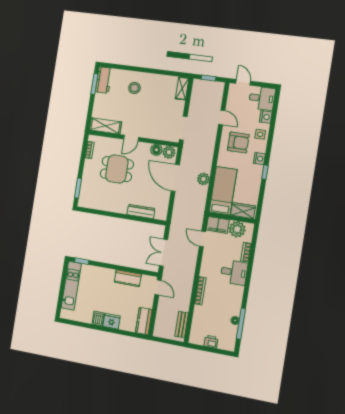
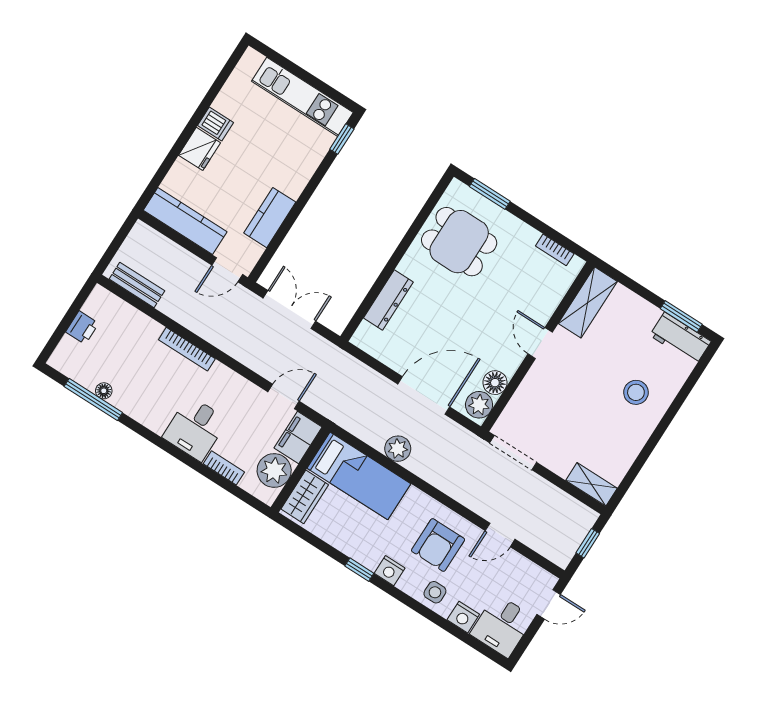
dining table: (117, 169) -> (459, 242), moved, turned 90
kitchen counter: (144, 321) -> (185, 221), width x1.50

